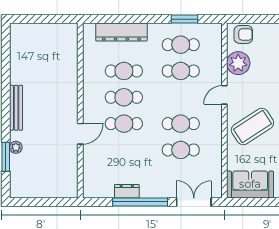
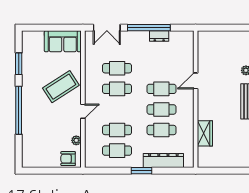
window: (185, 19) -> (141, 171), moved
plant: (238, 63) -> (76, 140), width x0.53, depth x0.53
wardrobe: (68, 67) -> (205, 133), added

